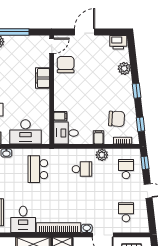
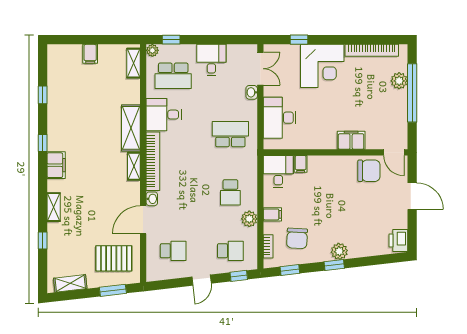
plant: (124, 68) -> (339, 251), moved

